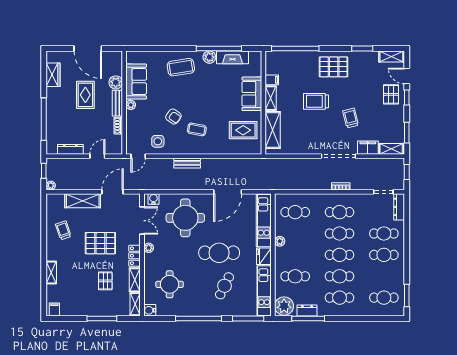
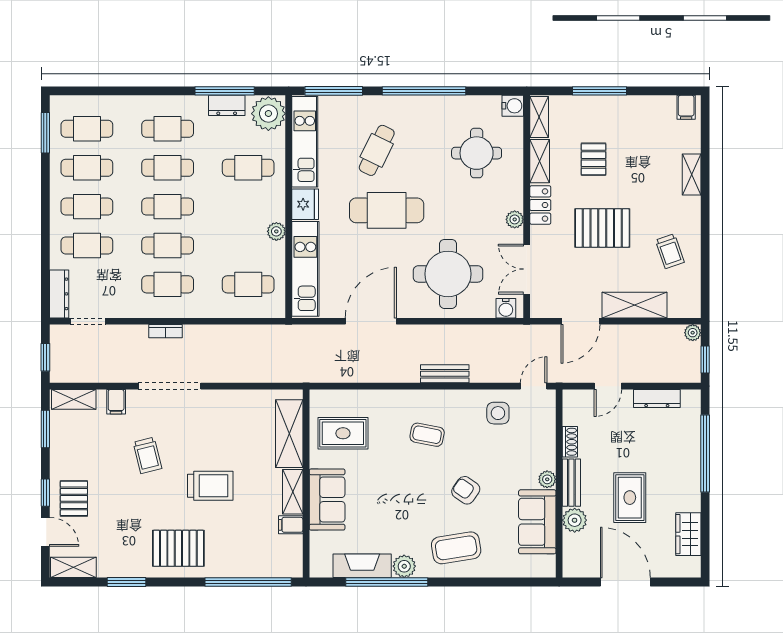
armchair: (173, 117) -> (466, 490), moved
filing cabinet: (368, 148) -> (116, 402), width x0.50
cafe table: (384, 276) -> (87, 168), added

